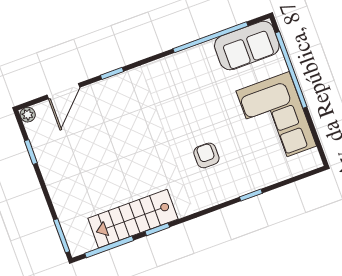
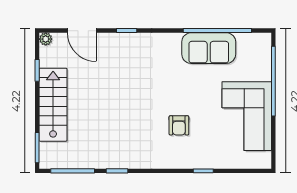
sofa: (247, 46) -> (209, 48), moved
door: (63, 91) -> (82, 31), hinge flipped
armchair: (206, 155) -> (179, 125), turned 180
stairs: (133, 219) -> (53, 105), moved, turned 90

